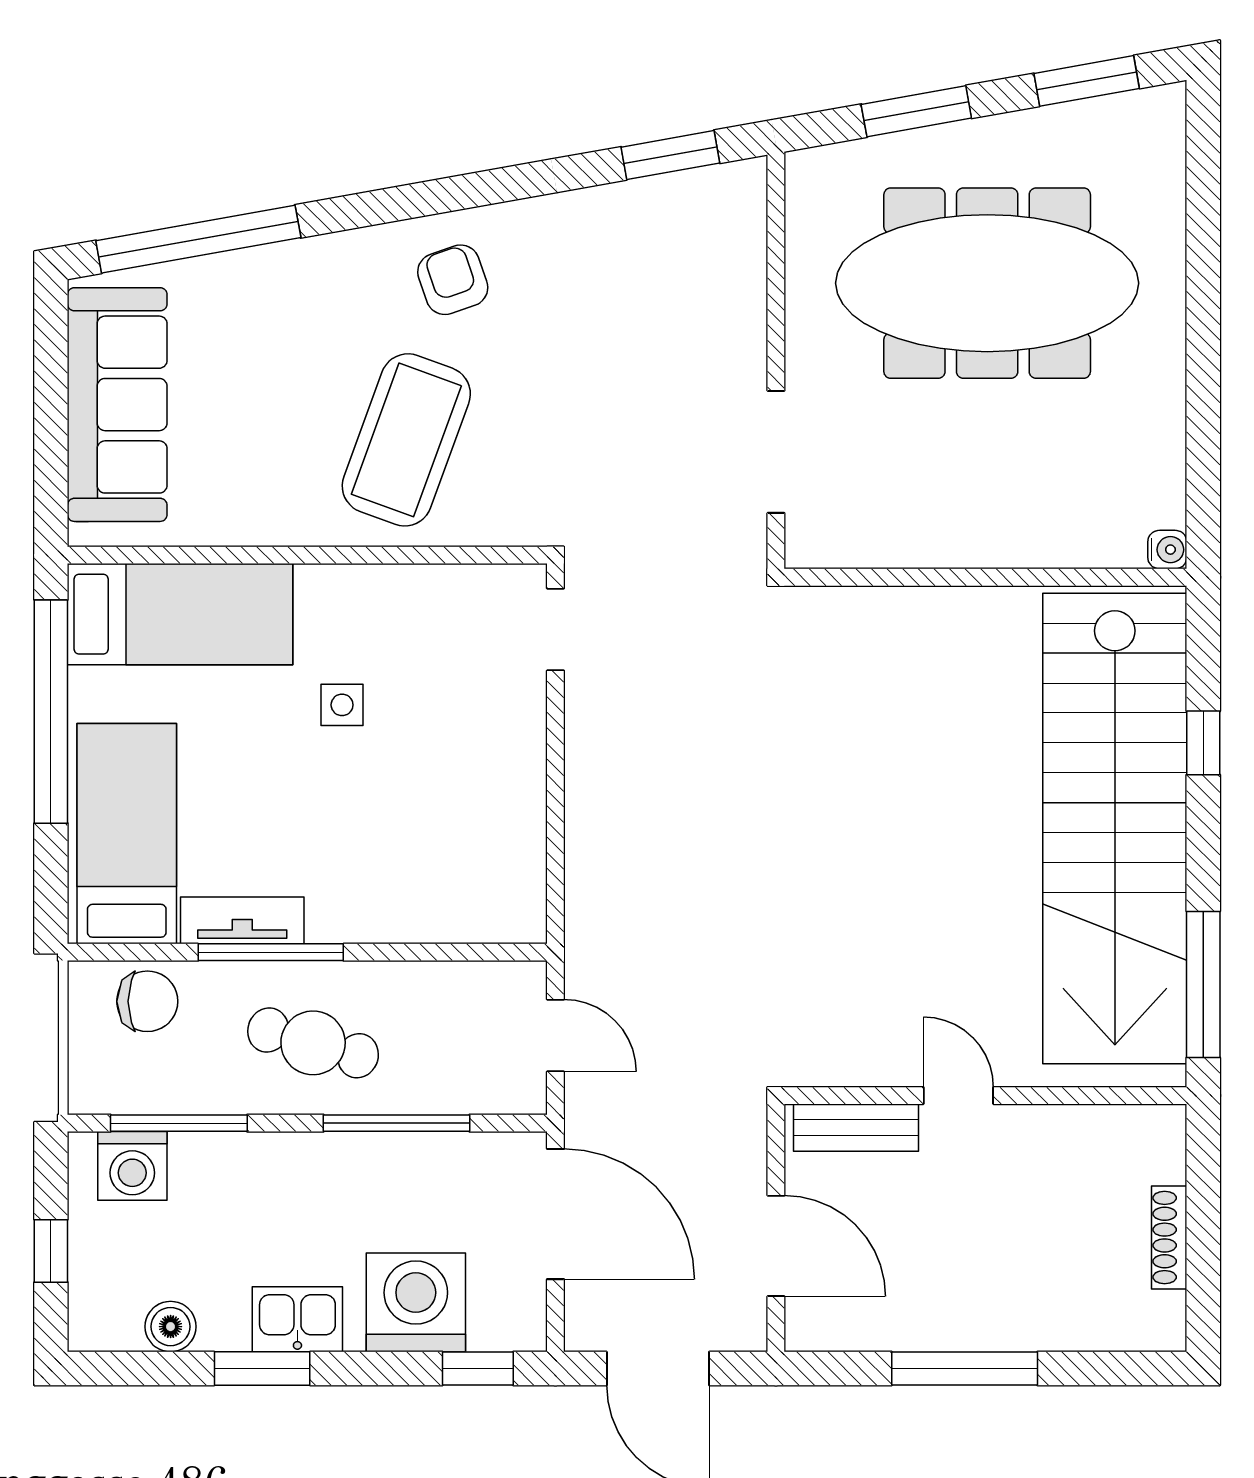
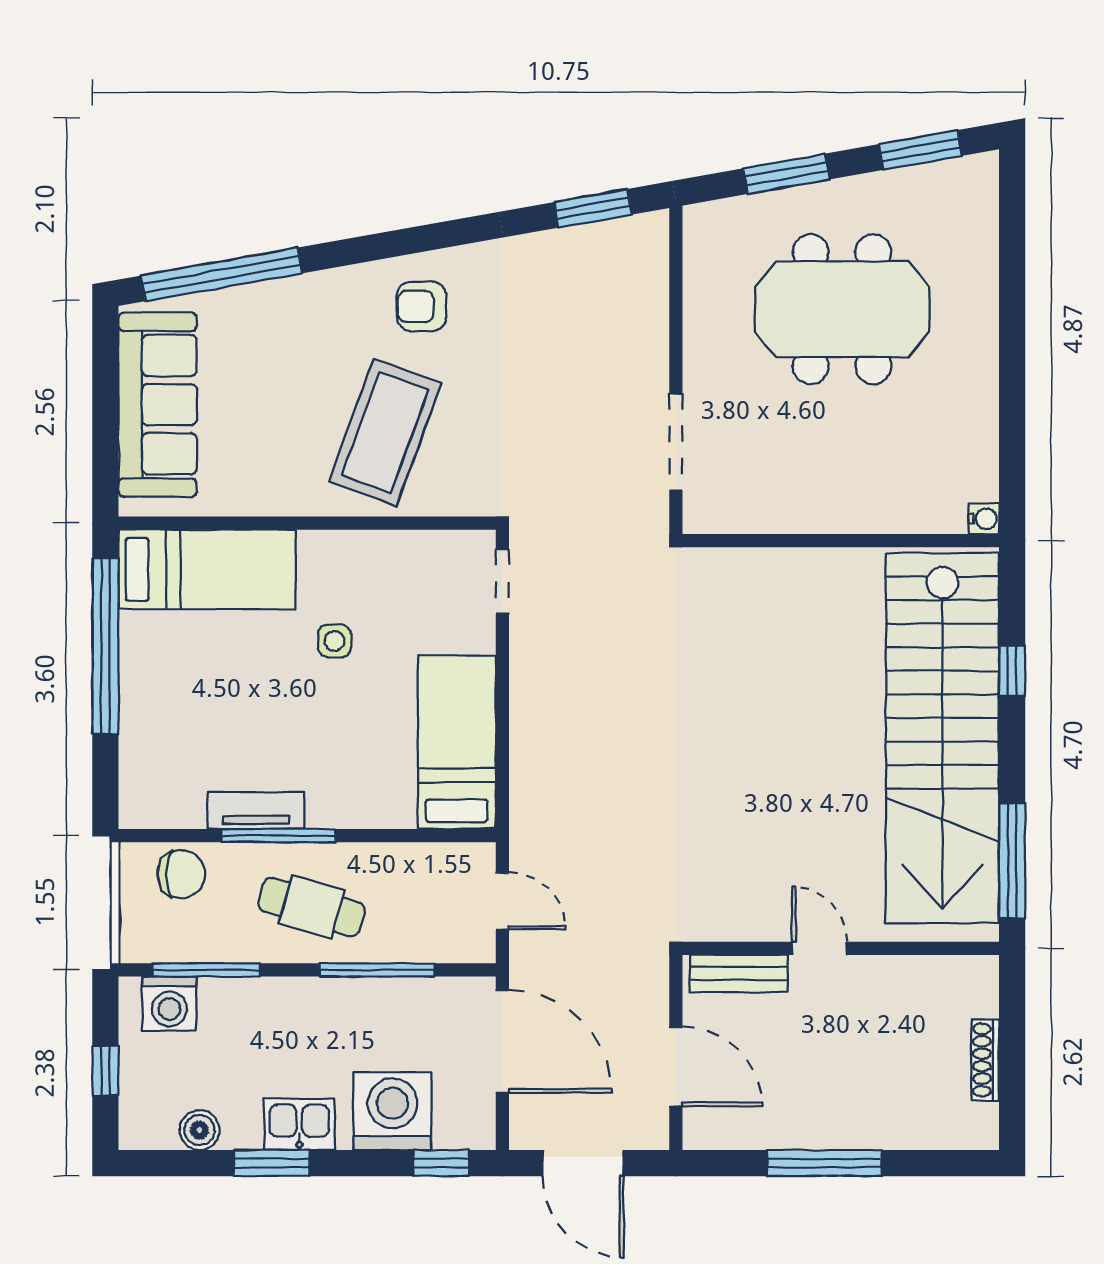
armchair: (453, 280) -> (422, 306), turned -71
meeting table: (987, 283) -> (842, 309), width x0.73
bed: (127, 834) -> (457, 742), moved

